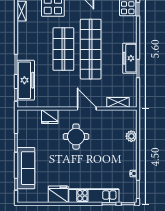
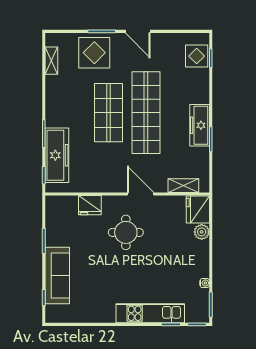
fridge: (58, 194) -> (198, 210), moved, turned -90

